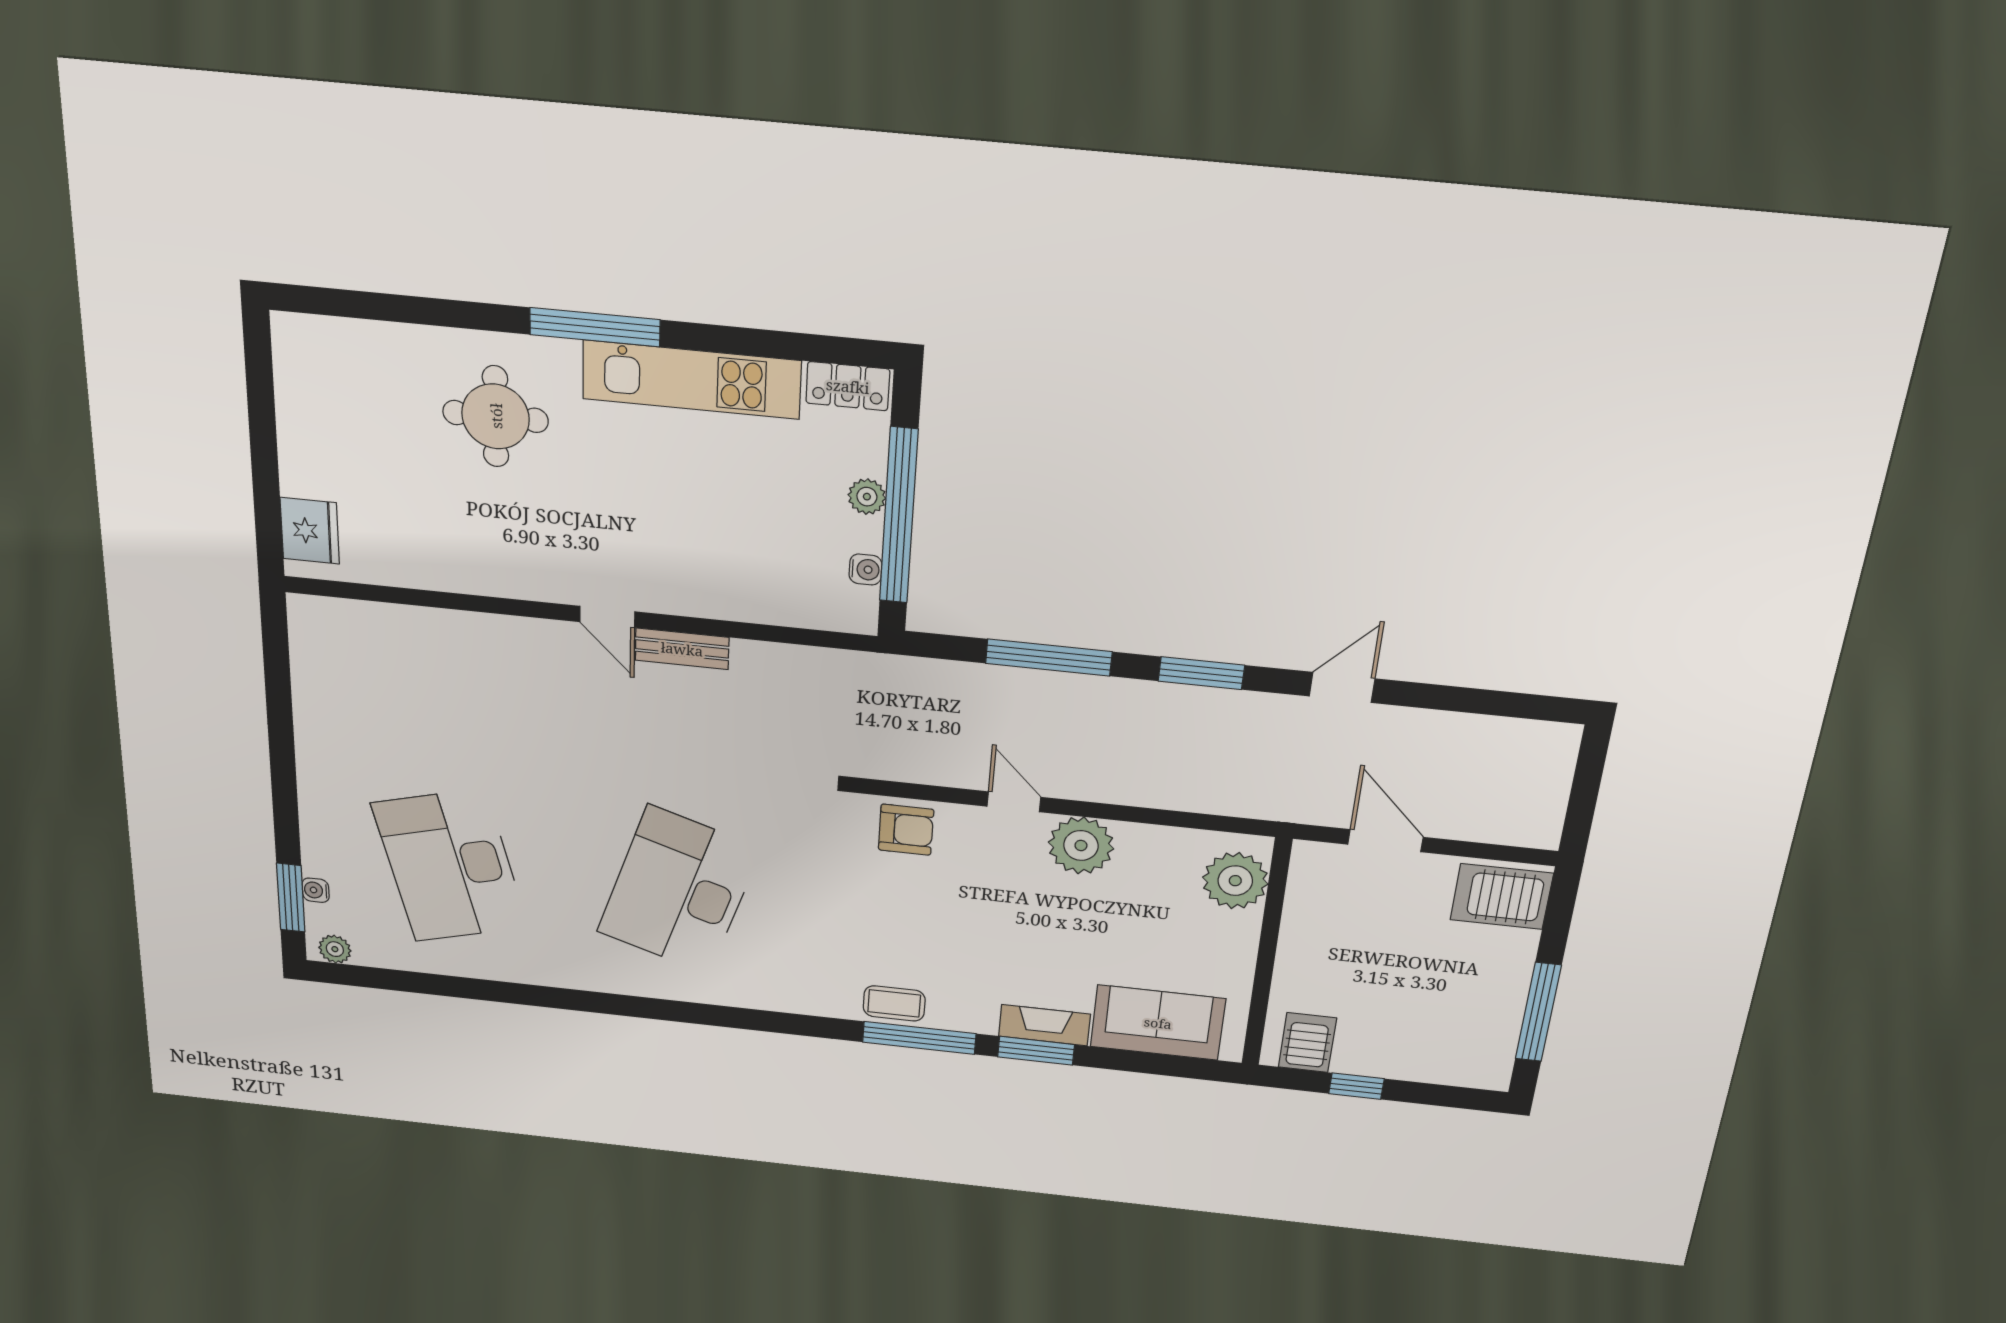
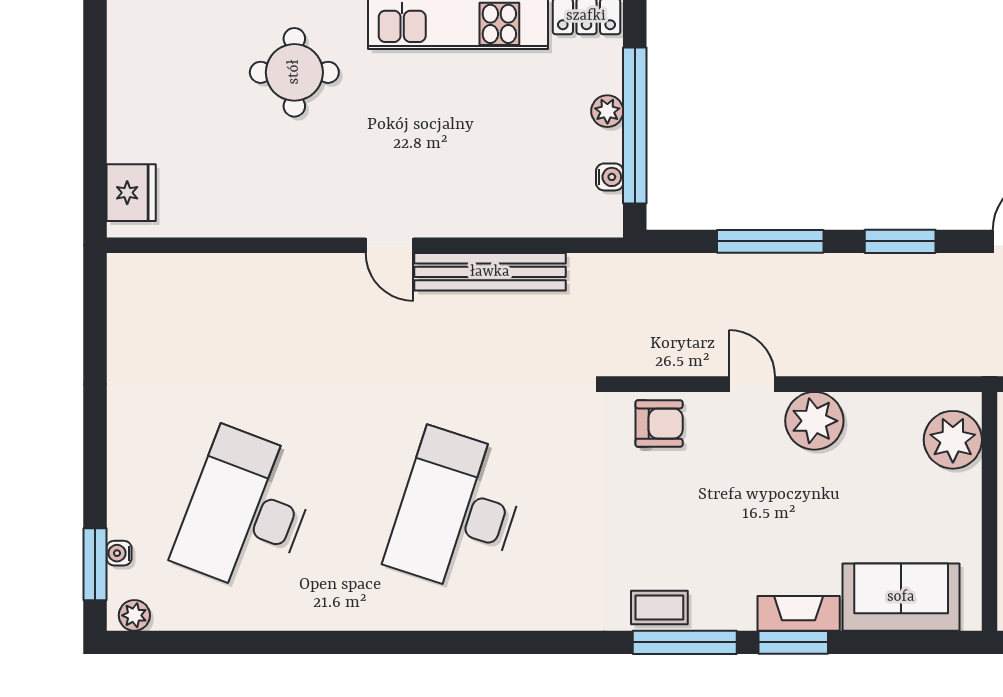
bench: (682, 649) -> (490, 272), width x1.86, depth x1.21
desk: (450, 866) -> (246, 511), turned 36

